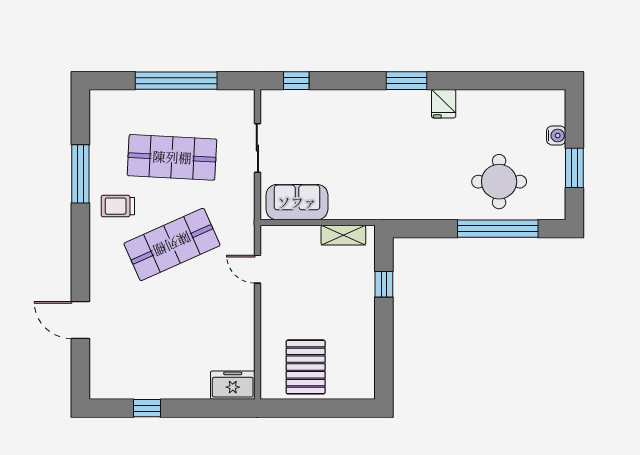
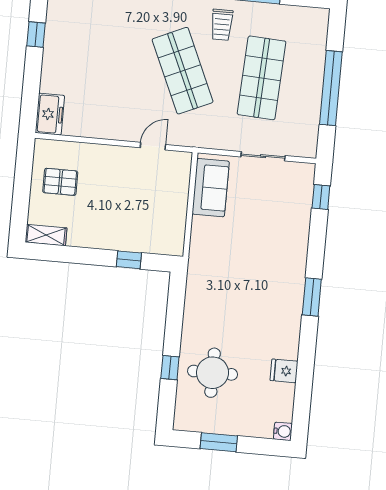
fridge: (444, 104) -> (284, 371), moved
water cooler: (556, 135) -> (283, 431), moved, turned -90
trolley: (118, 206) -> (222, 25), turned 180
window: (498, 229) -> (170, 368), width x0.32
shelving: (343, 235) -> (46, 235), moved, turned 90
pallet: (306, 367) -> (60, 182), width x0.67, depth x0.71

